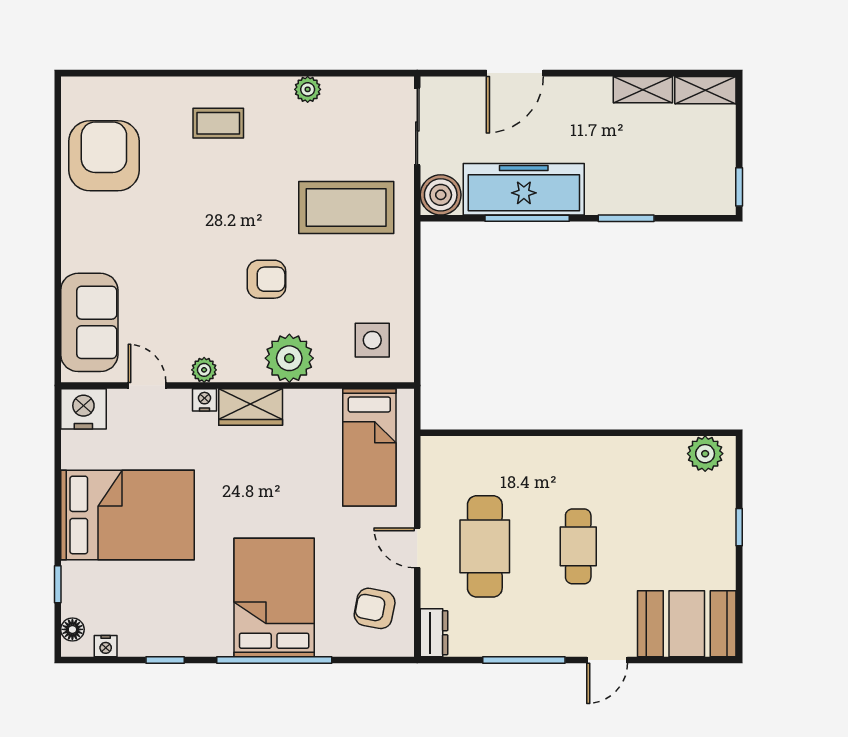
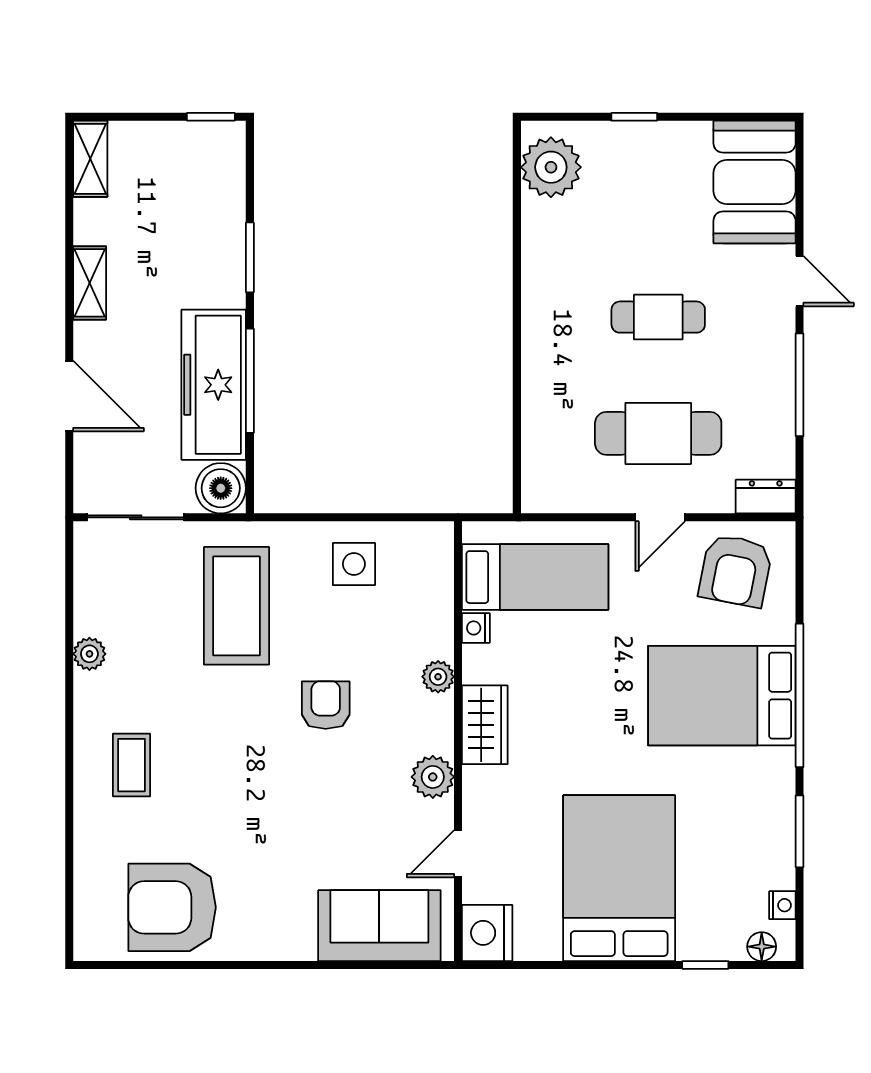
shelving: (643, 90) -> (90, 283), moved
side table: (372, 340) -> (354, 564), moved
plant: (289, 358) -> (438, 677), width x0.53, depth x0.53
plant: (204, 370) -> (433, 777), width x1.38, depth x1.38
nightstand: (205, 400) -> (476, 628), moved
plant: (705, 454) -> (551, 167), width x1.36, depth x1.36
armchair: (375, 608) -> (735, 571), width x1.38, depth x1.38
window: (165, 660) -> (800, 831), width x1.50

